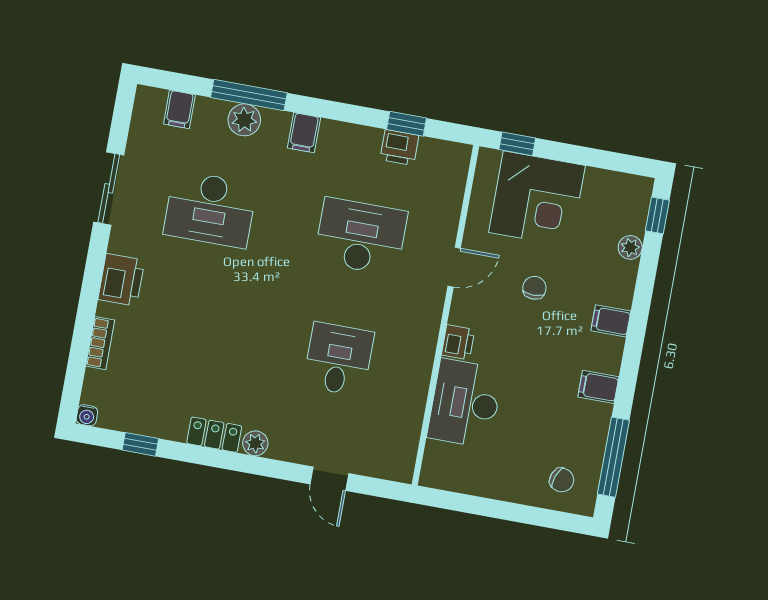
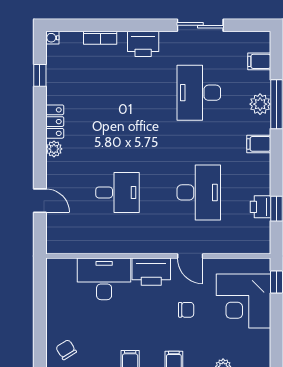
printer: (458, 342) -> (151, 272), width x1.87, depth x1.48
door: (329, 479) -> (40, 201), swing flipped
chair: (562, 480) -> (66, 350), turned 127

